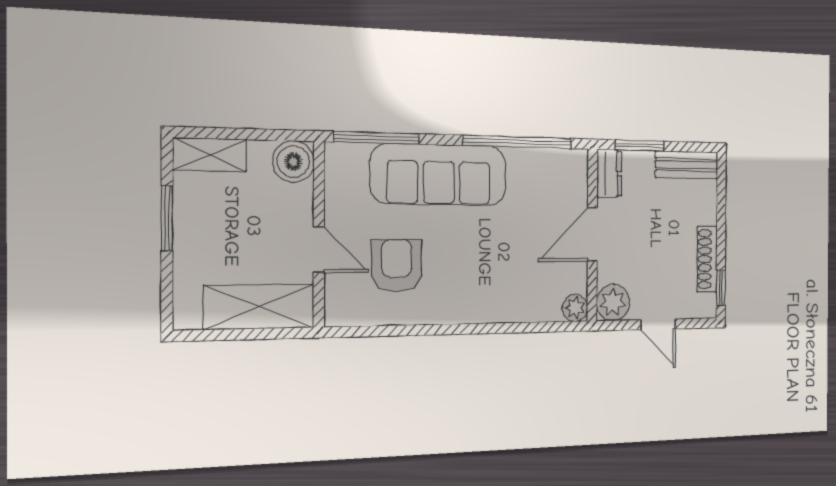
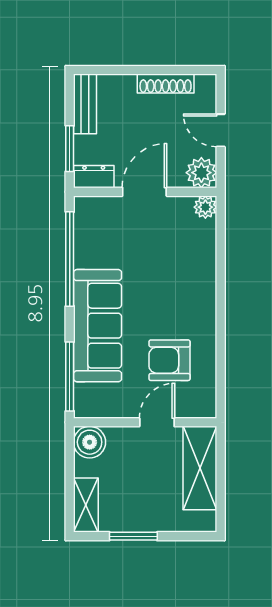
door: (592, 234) -> (144, 192), swing flipped
window: (721, 288) -> (190, 70), removed
door: (658, 324) -> (221, 130), swing flipped

